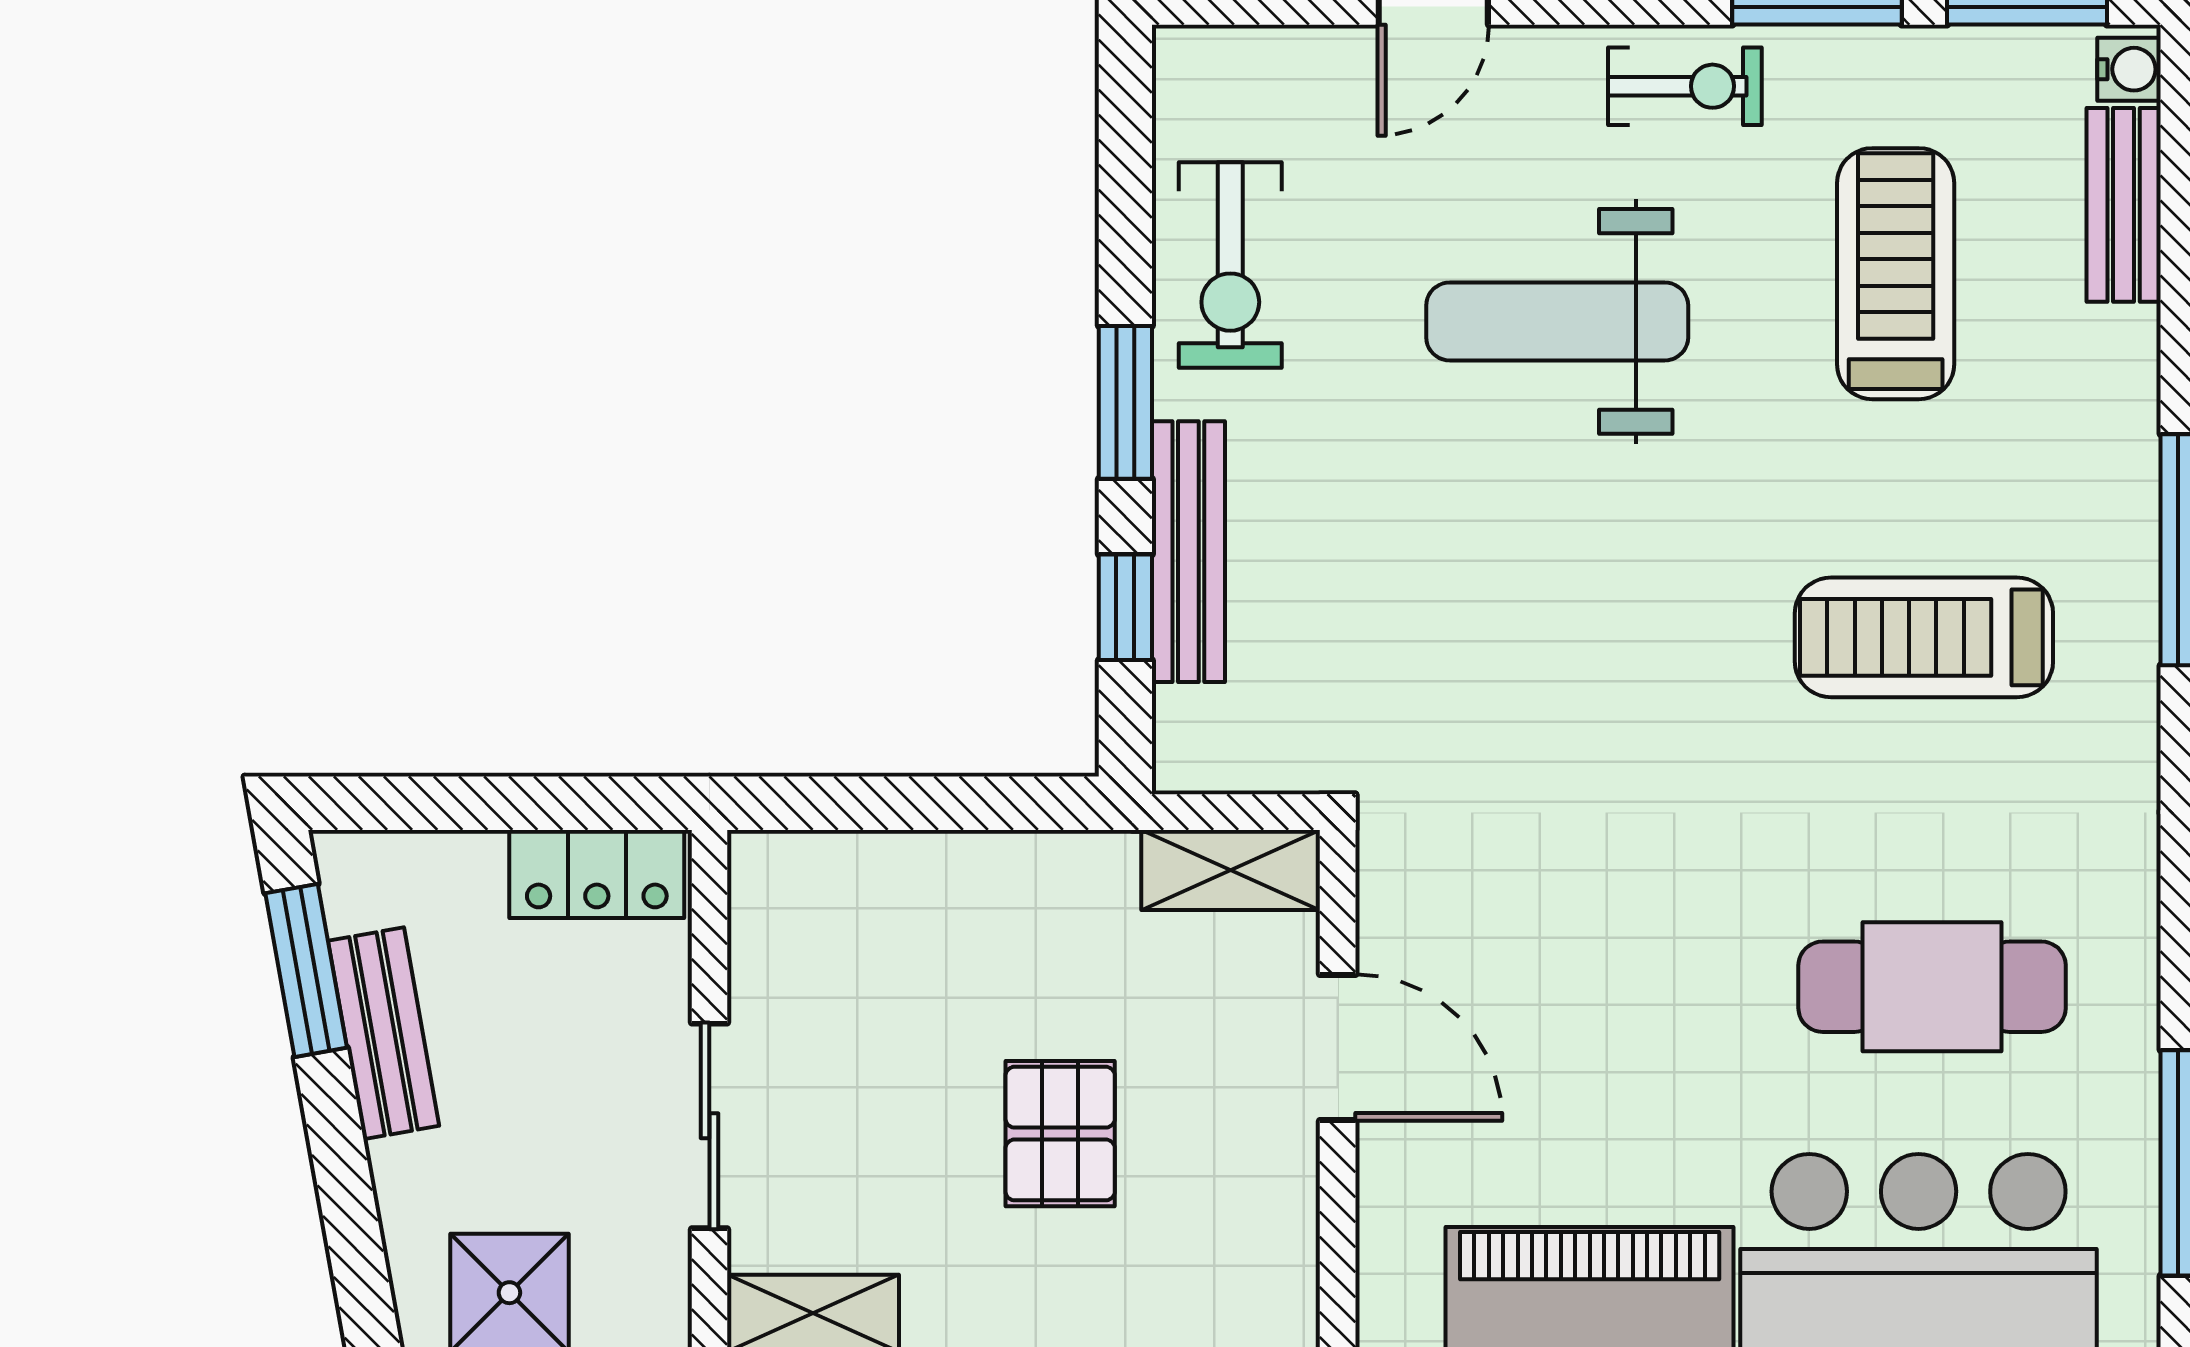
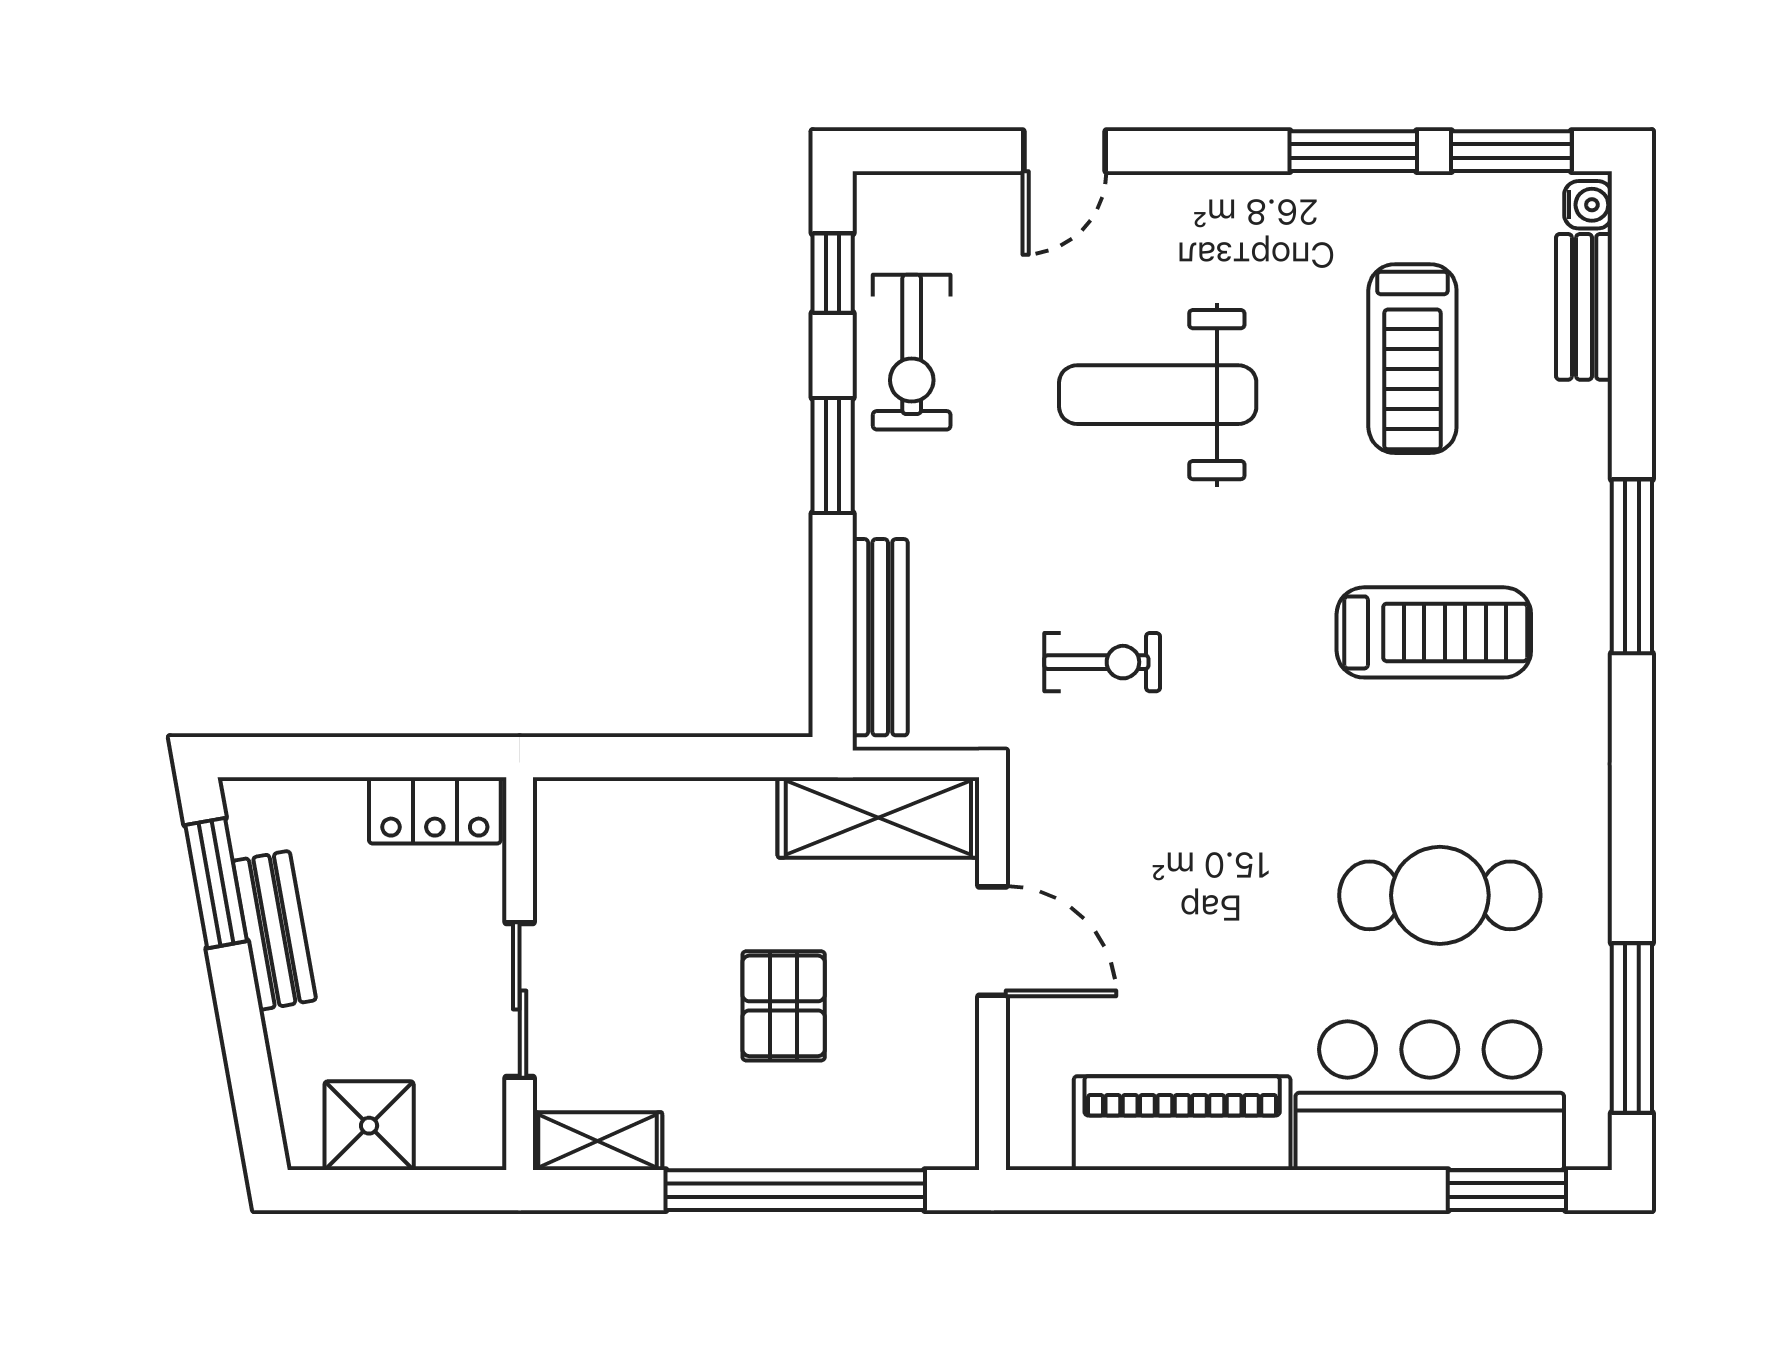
exercise bike: (1685, 86) -> (1102, 662), moved
treadmill: (1896, 274) -> (1412, 359), turned 180
bench: (1188, 552) -> (880, 637), moved
window: (1125, 607) -> (833, 273), moved
treadmill: (1924, 637) -> (1434, 632), turned 180
shelving: (1231, 870) -> (878, 818), width x1.50, depth x1.33

